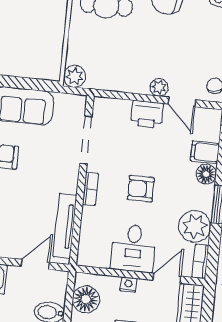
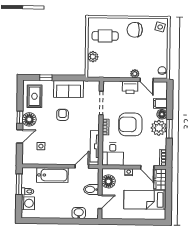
plant: (75, 76) -> (93, 57), moved
armchair: (141, 189) -> (130, 124), width x1.88, depth x1.88
plant: (195, 226) -> (159, 128), moved
desk: (133, 248) -> (113, 154), moved
door: (167, 278) -> (147, 167), swing flipped

